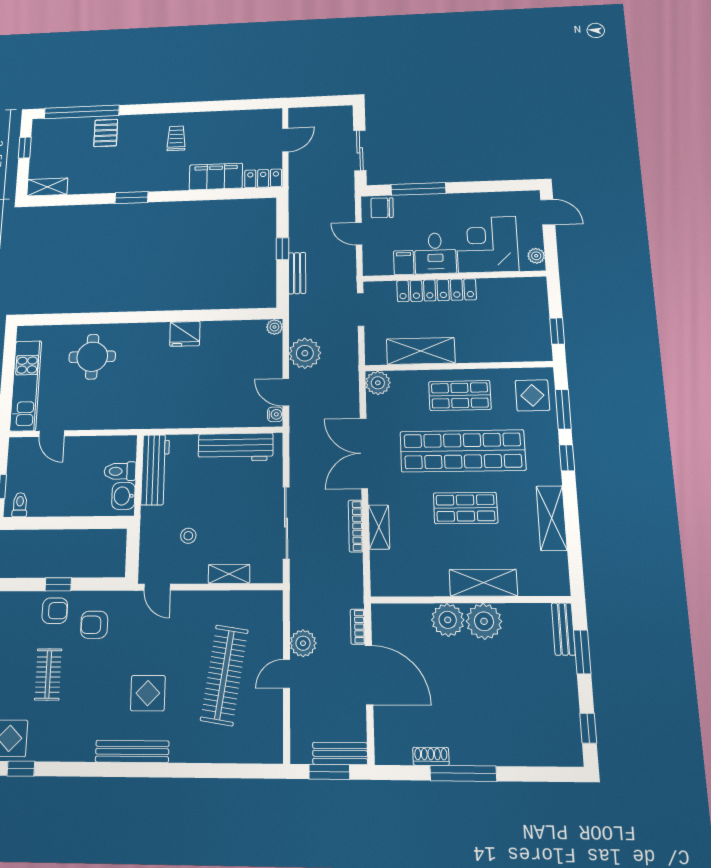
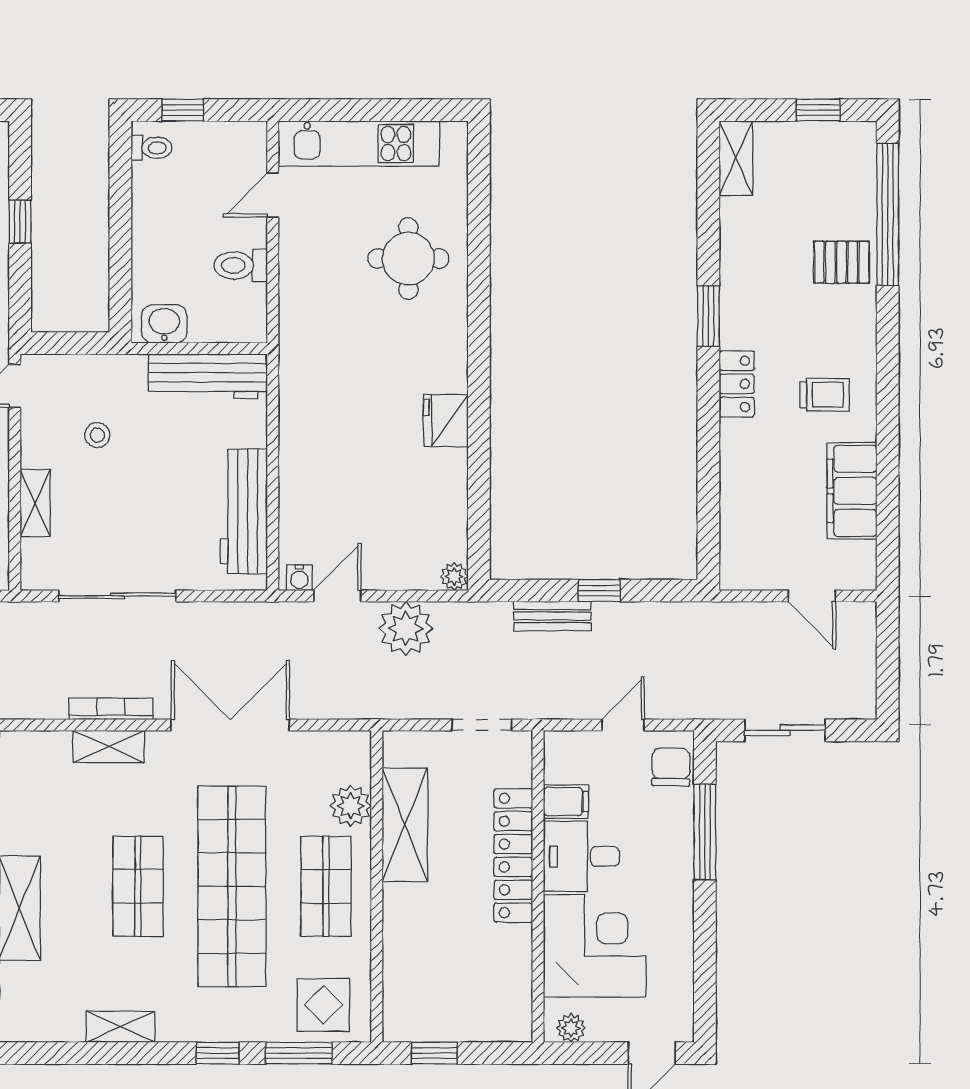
filing cabinet: (216, 176) -> (852, 491), moved, turned 180
locker: (263, 178) -> (737, 384), moved
plant: (378, 383) -> (351, 806), moved
toilet: (120, 471) -> (241, 265), moved, turned -90
shelving: (552, 518) -> (120, 1027), width x0.67, depth x0.75

